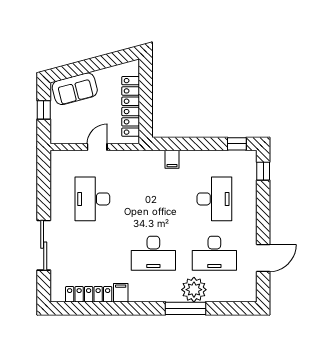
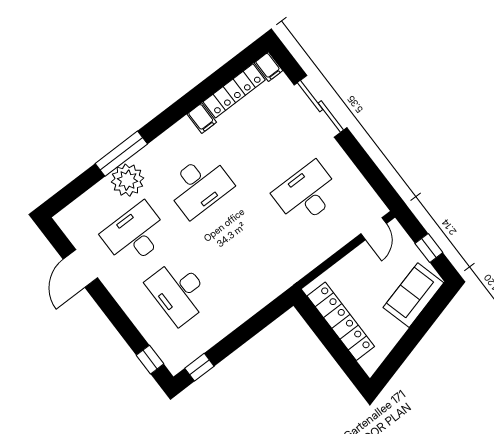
door: (97, 147) -> (374, 229), moved
filing cabinet: (172, 159) -> (269, 67), moved, turned 180
desk: (92, 199) -> (307, 194), turned -90
desk: (153, 253) -> (199, 186), turned 180

